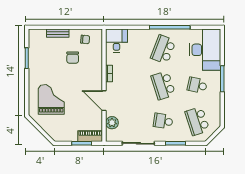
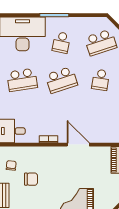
school desk: (163, 49) -> (22, 80), turned -30
door: (104, 101) -> (78, 145), swing flipped
plant: (112, 123) -> (102, 136), removed

